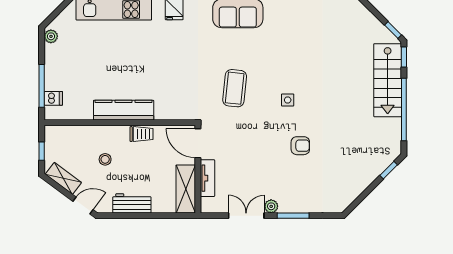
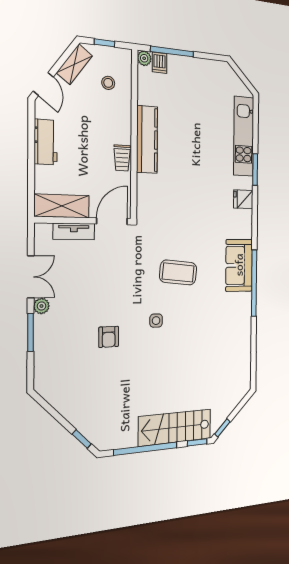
plant: (51, 36) -> (144, 58), moved
coffee table: (235, 88) -> (178, 272), moved
stool: (105, 159) -> (108, 83), moved

